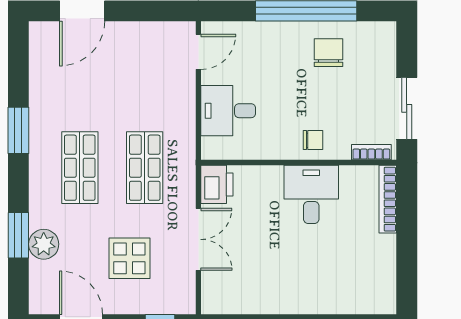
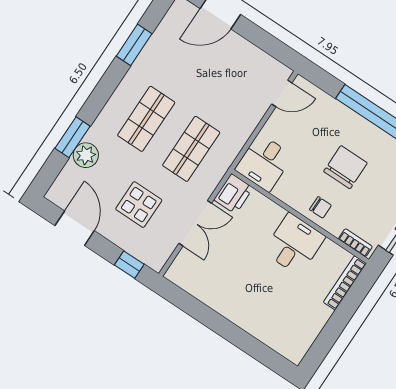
chair: (328, 53) -> (345, 167), moved, width x1.37, depth x1.37
desk: (228, 111) -> (264, 163), moved, turned -90
window: (18, 130) -> (134, 45), moved

